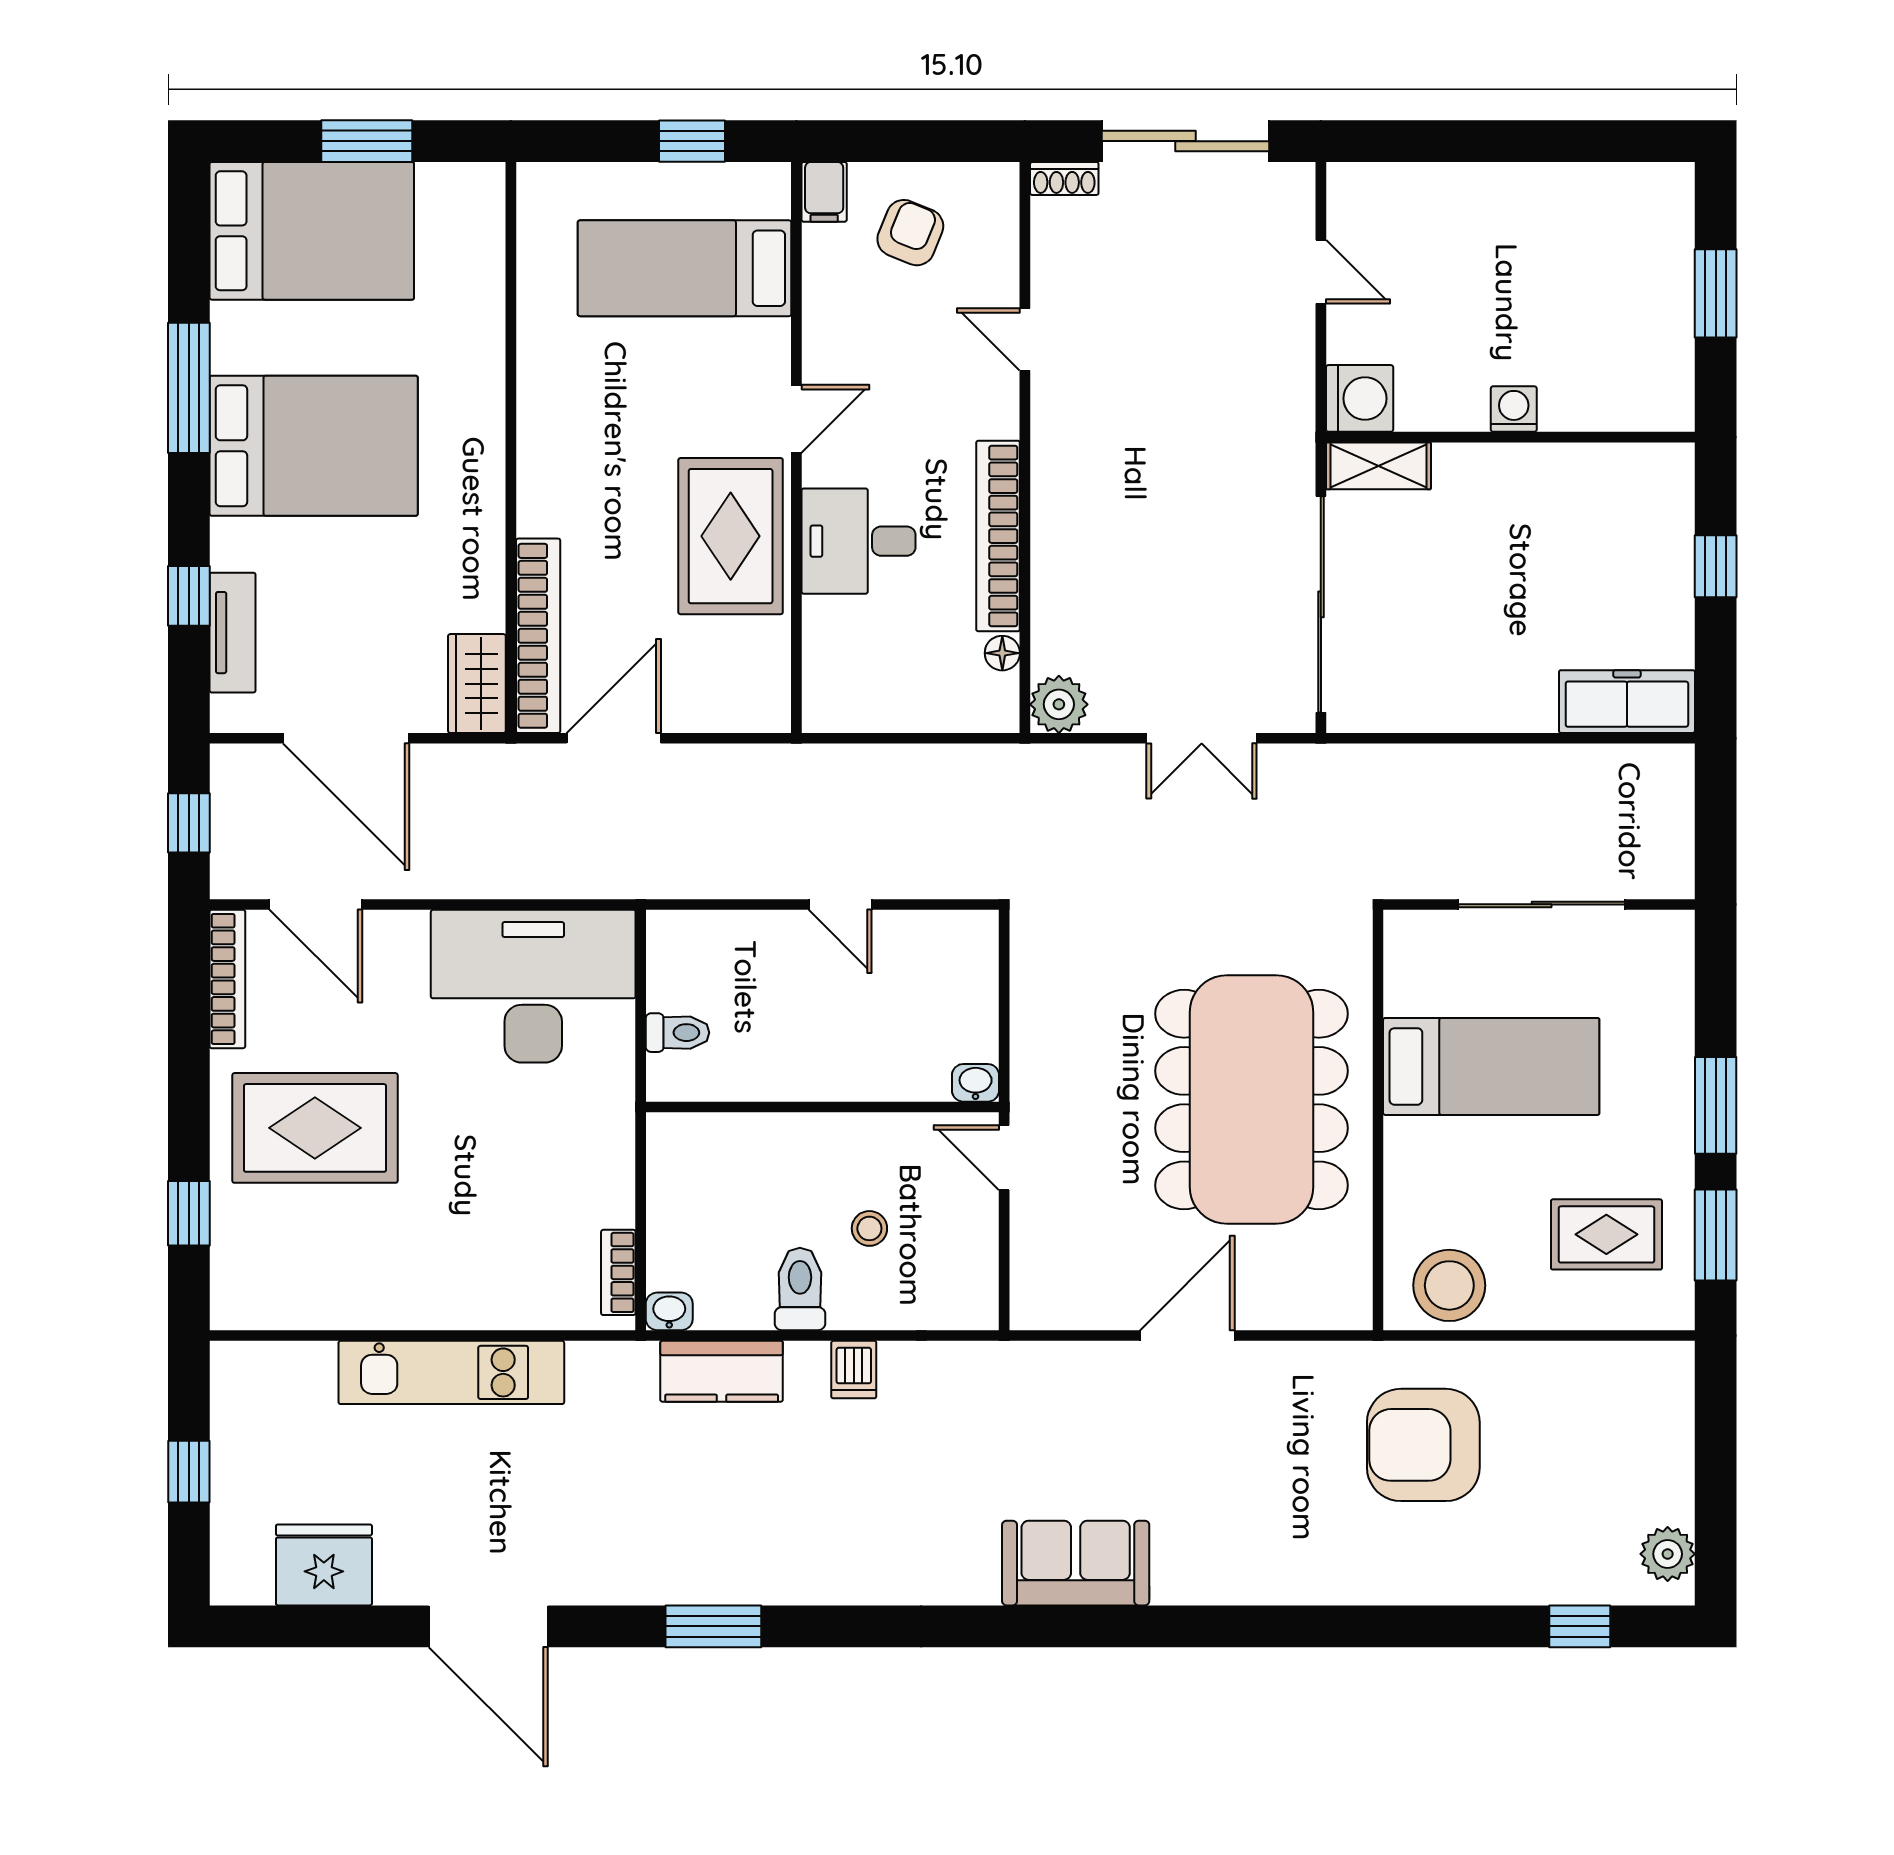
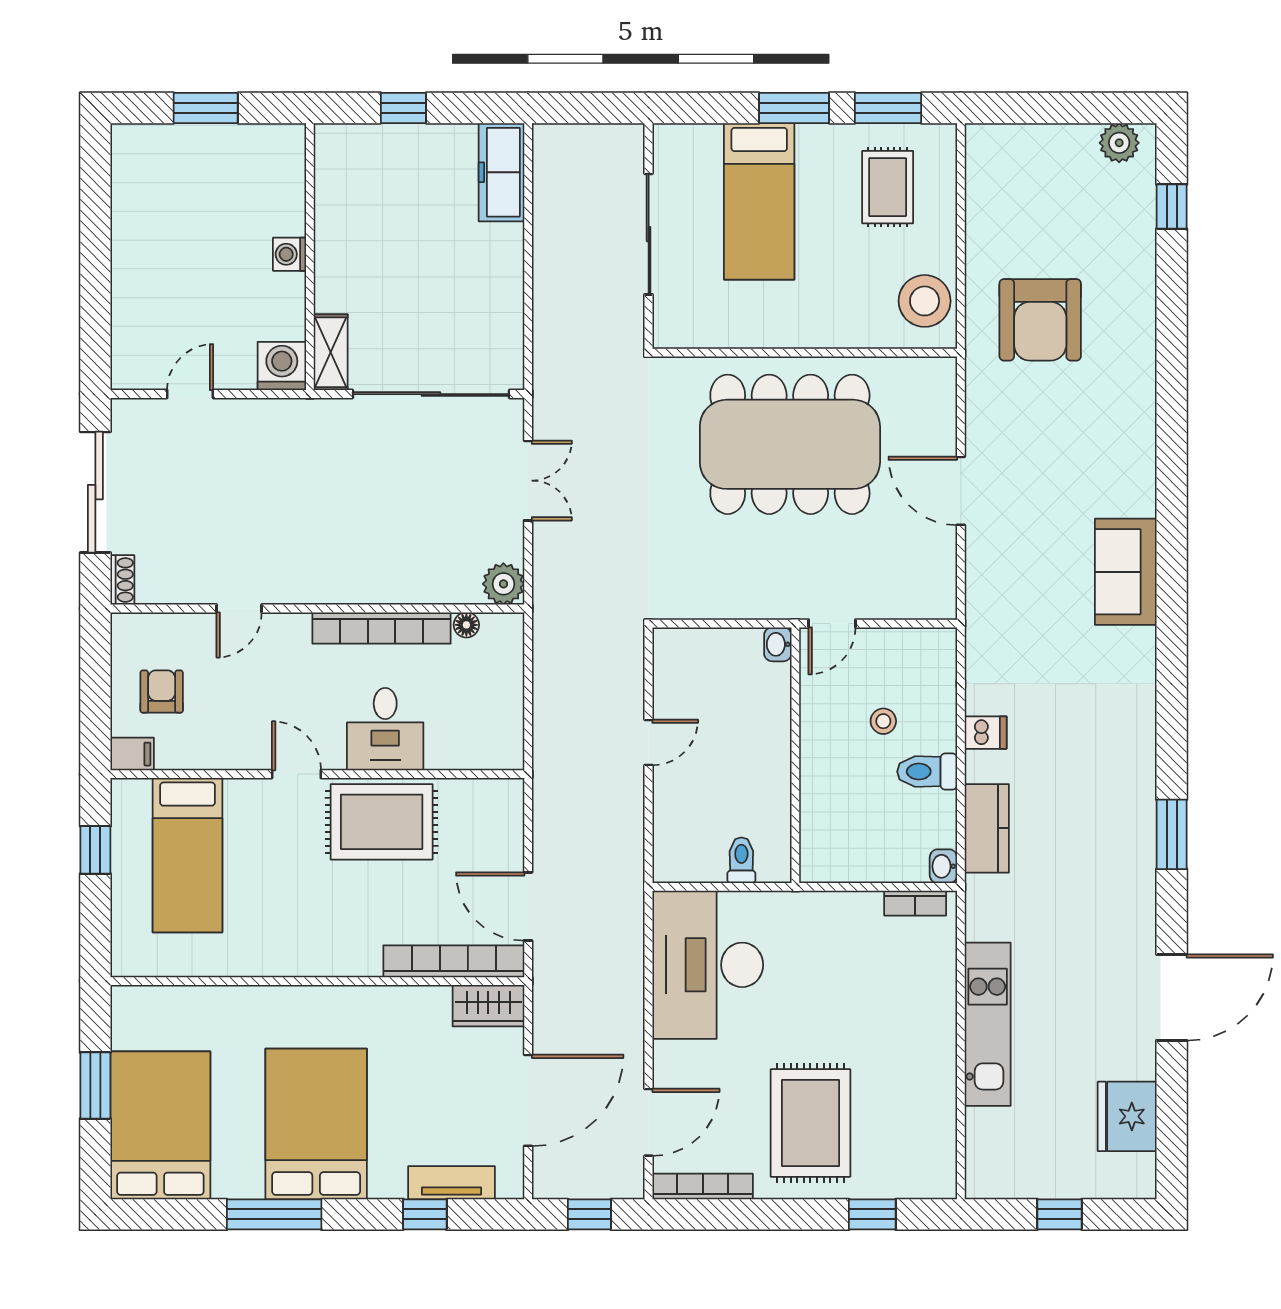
armchair: (910, 233) -> (162, 692), turned 68
bed: (1491, 1066) -> (759, 201), moved, turned 180

